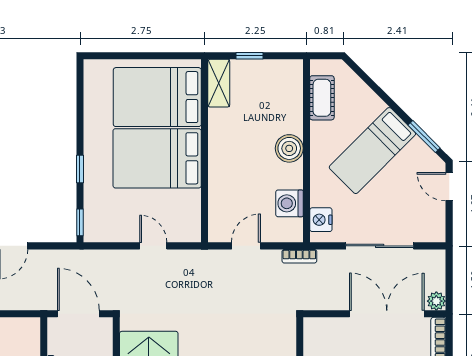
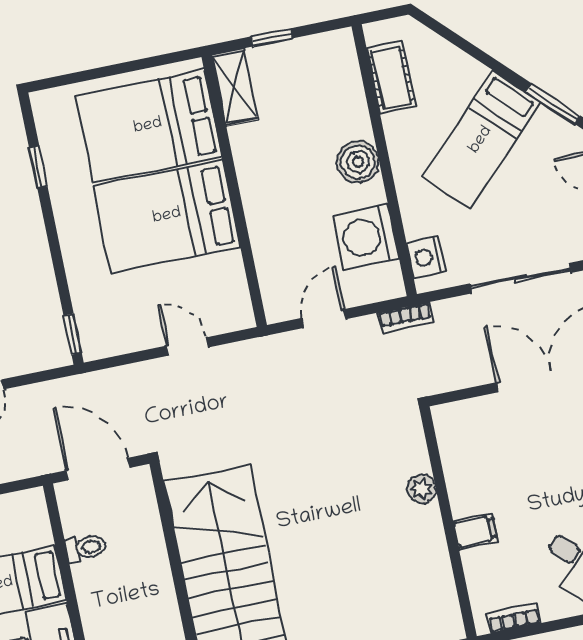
window: (80, 169) -> (38, 167), moved
washing machine: (289, 203) -> (366, 237), width x1.37, depth x1.37

